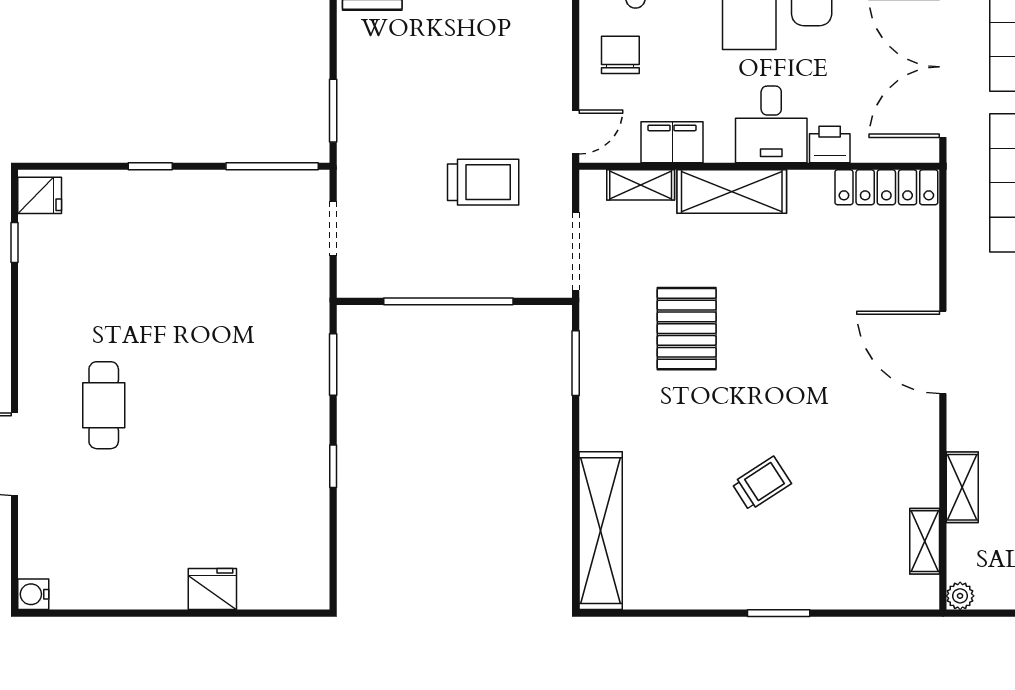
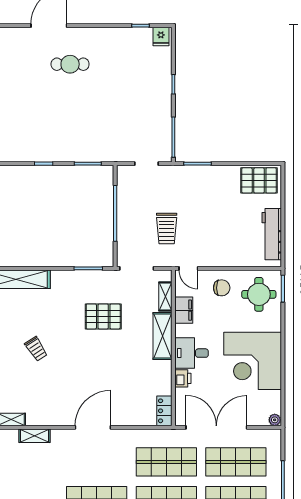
locker: (886, 187) -> (164, 411), width x0.66

